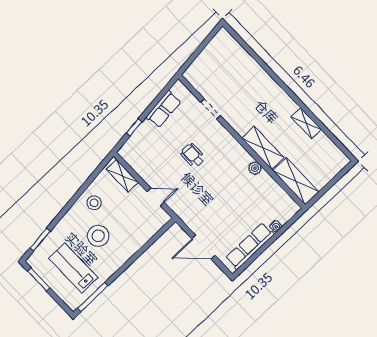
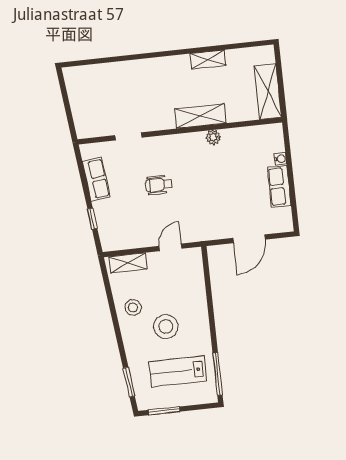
shelving: (296, 181) -> (268, 91), moved, turned 90
row of seats: (250, 246) -> (279, 186), width x0.68

